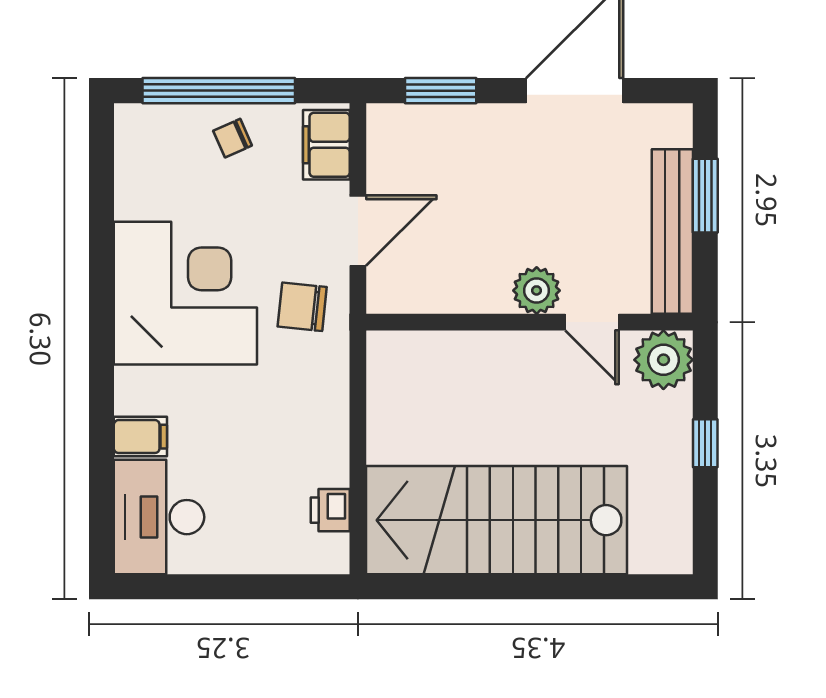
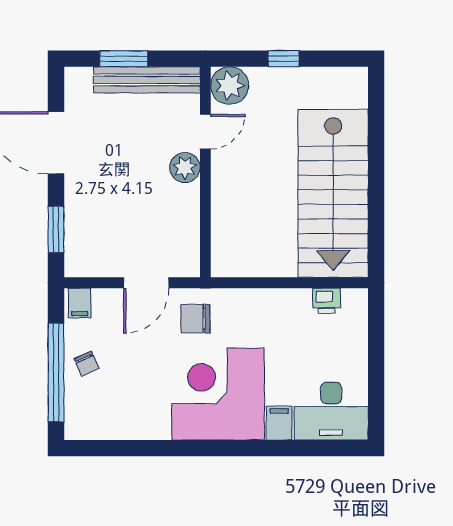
filing cabinet: (326, 145) -> (80, 303), width x0.50
door: (358, 231) -> (146, 283), swing flipped
corner desk: (185, 293) -> (218, 394), moved
chair: (302, 307) -> (195, 319), turned 84

